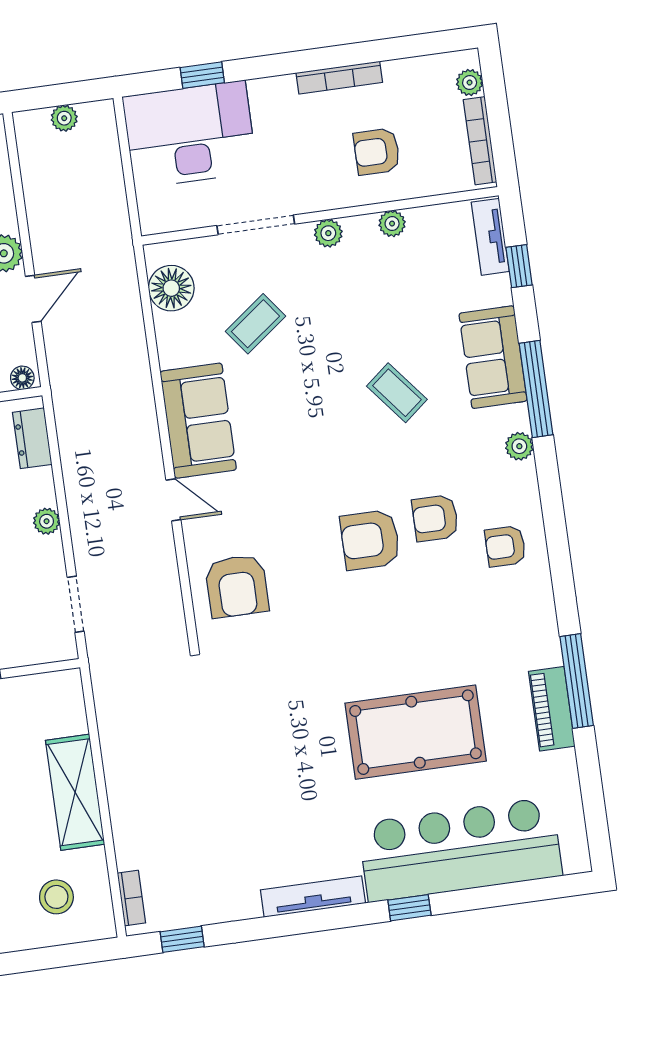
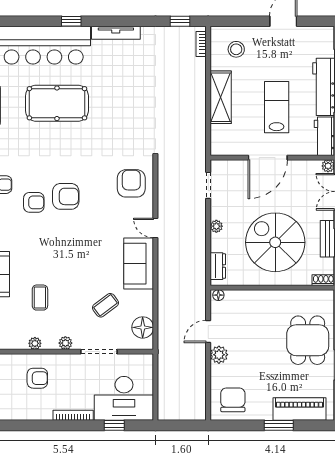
bookcase: (339, 78) -> (73, 415), moved
plant: (64, 118) -> (182, 414), removed
coffee table: (397, 393) -> (40, 298), moved, turned 39

